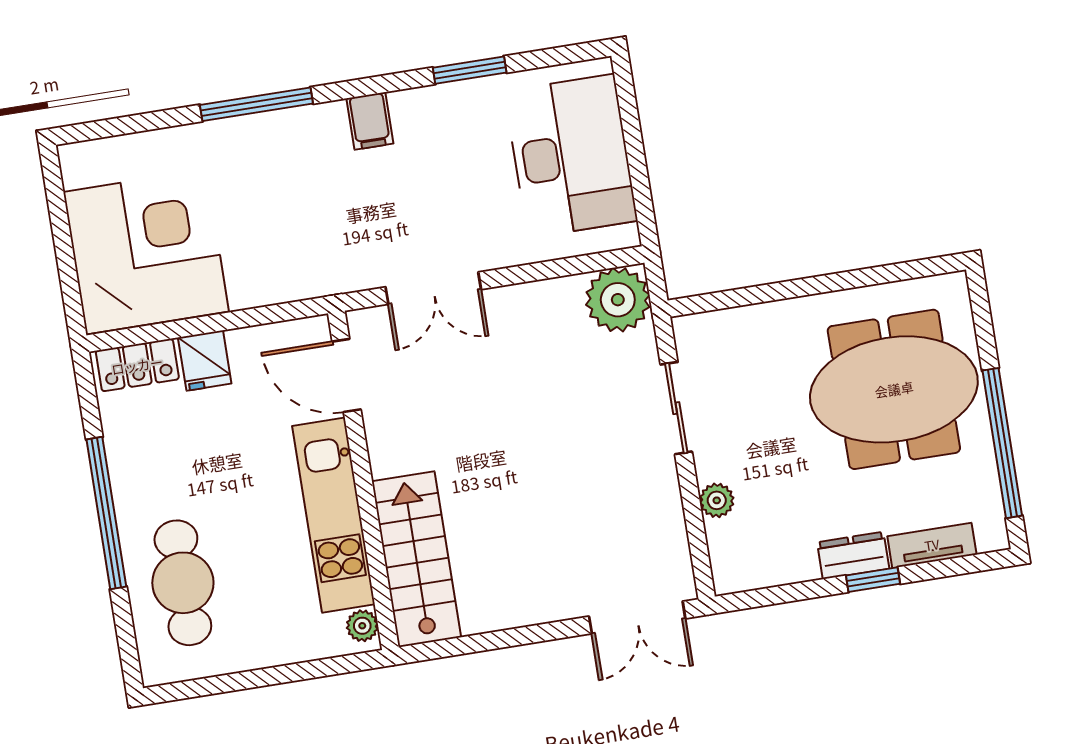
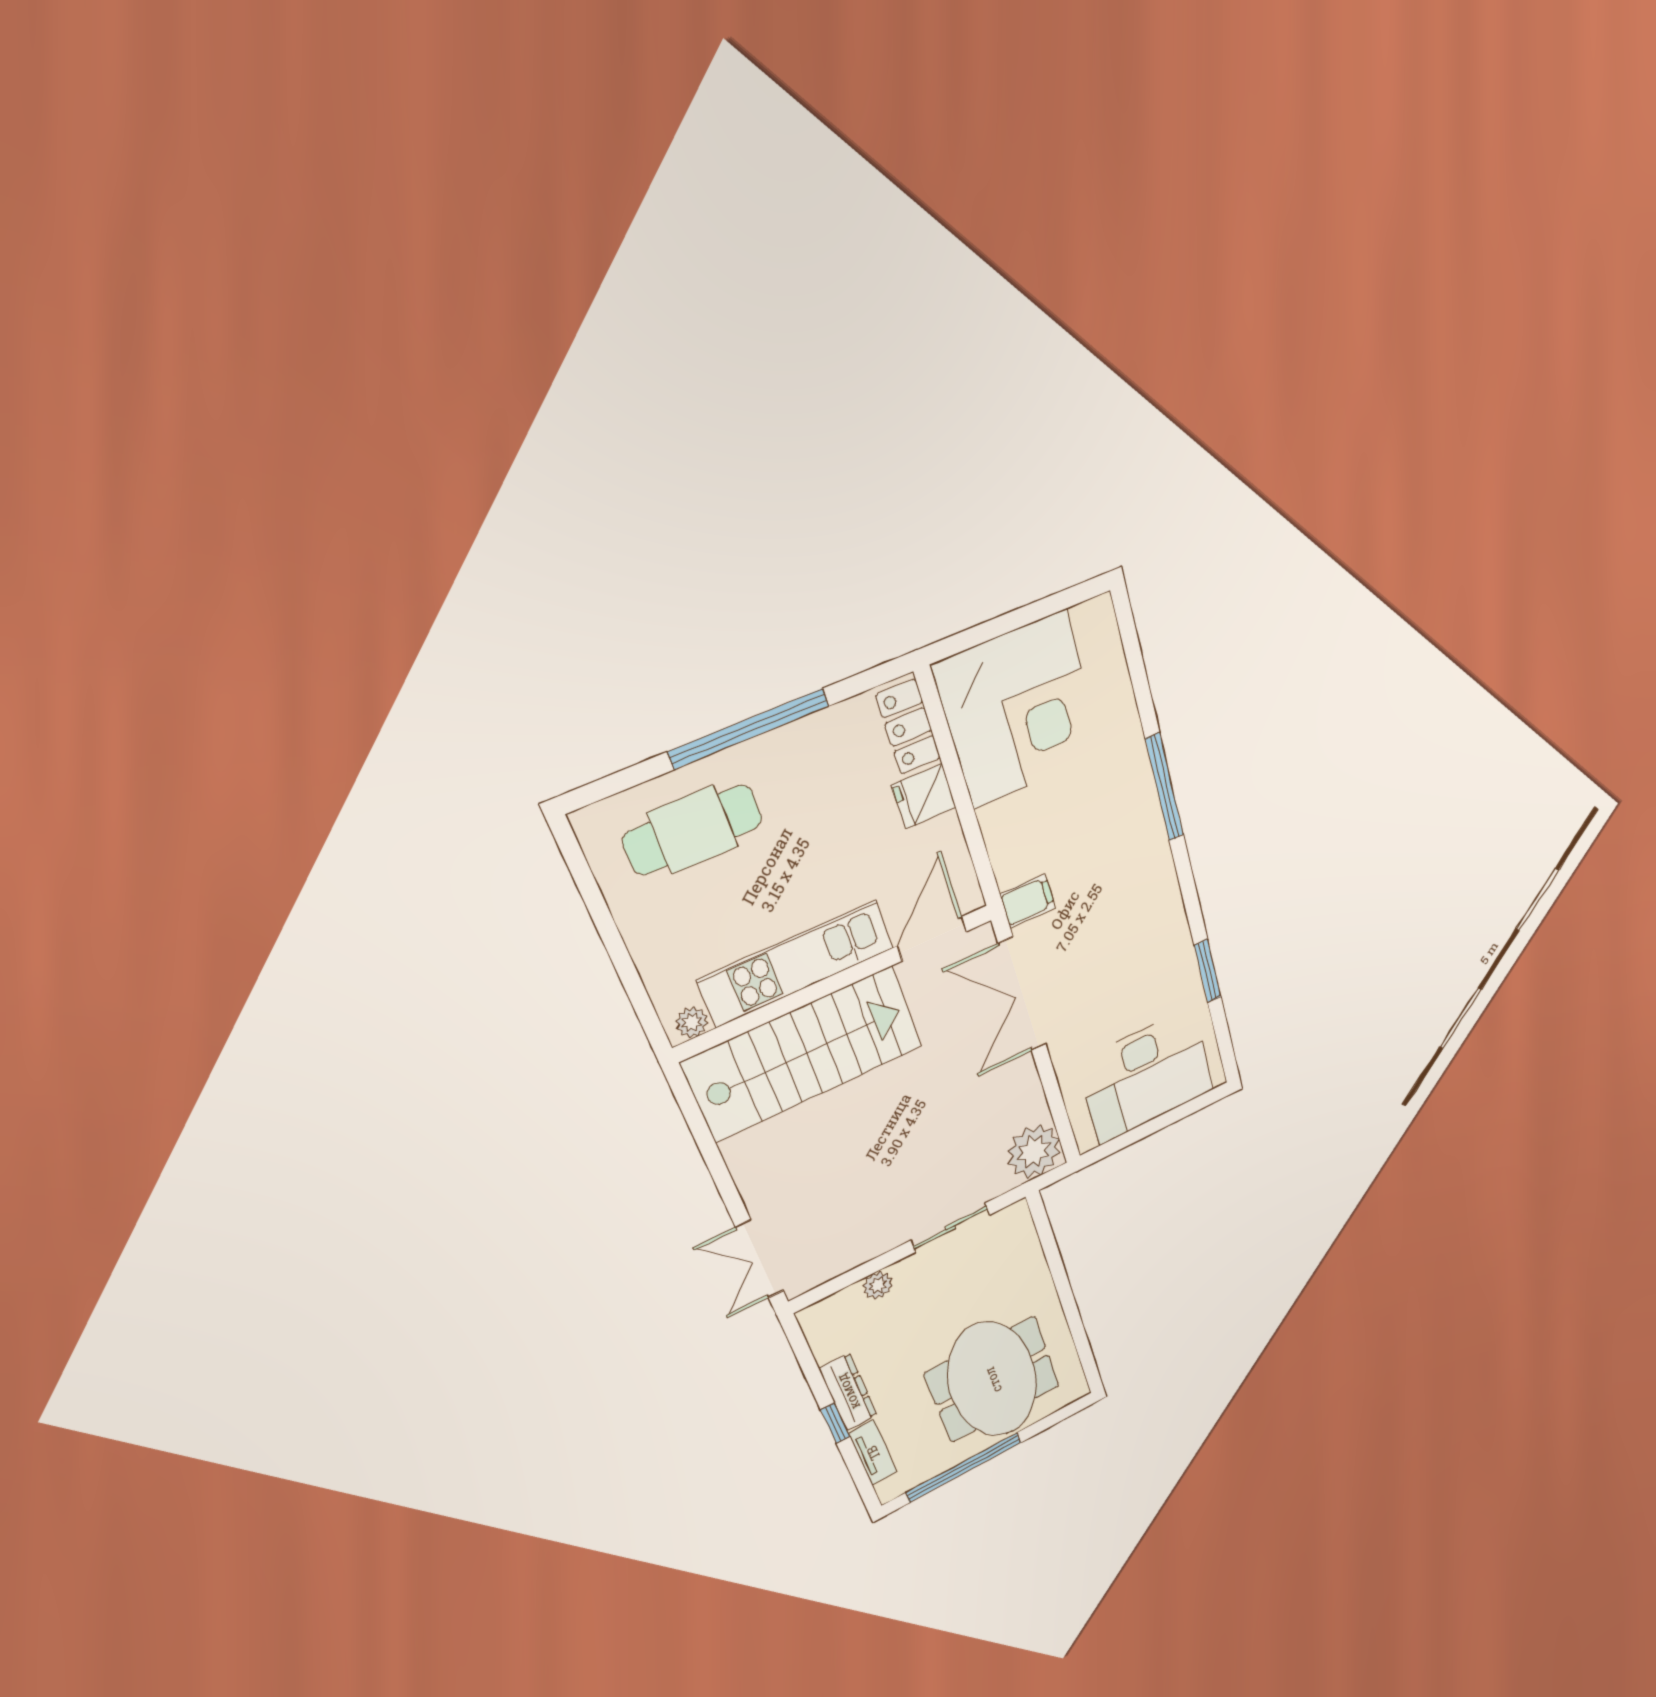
filing cabinet: (370, 121) -> (1028, 901), moved, turned 180
double door: (433, 288) -> (1022, 995), width x1.37
dresser: (853, 555) -> (848, 1392), width x1.44
stairs: (416, 559) -> (804, 1054), width x1.36, depth x1.51

